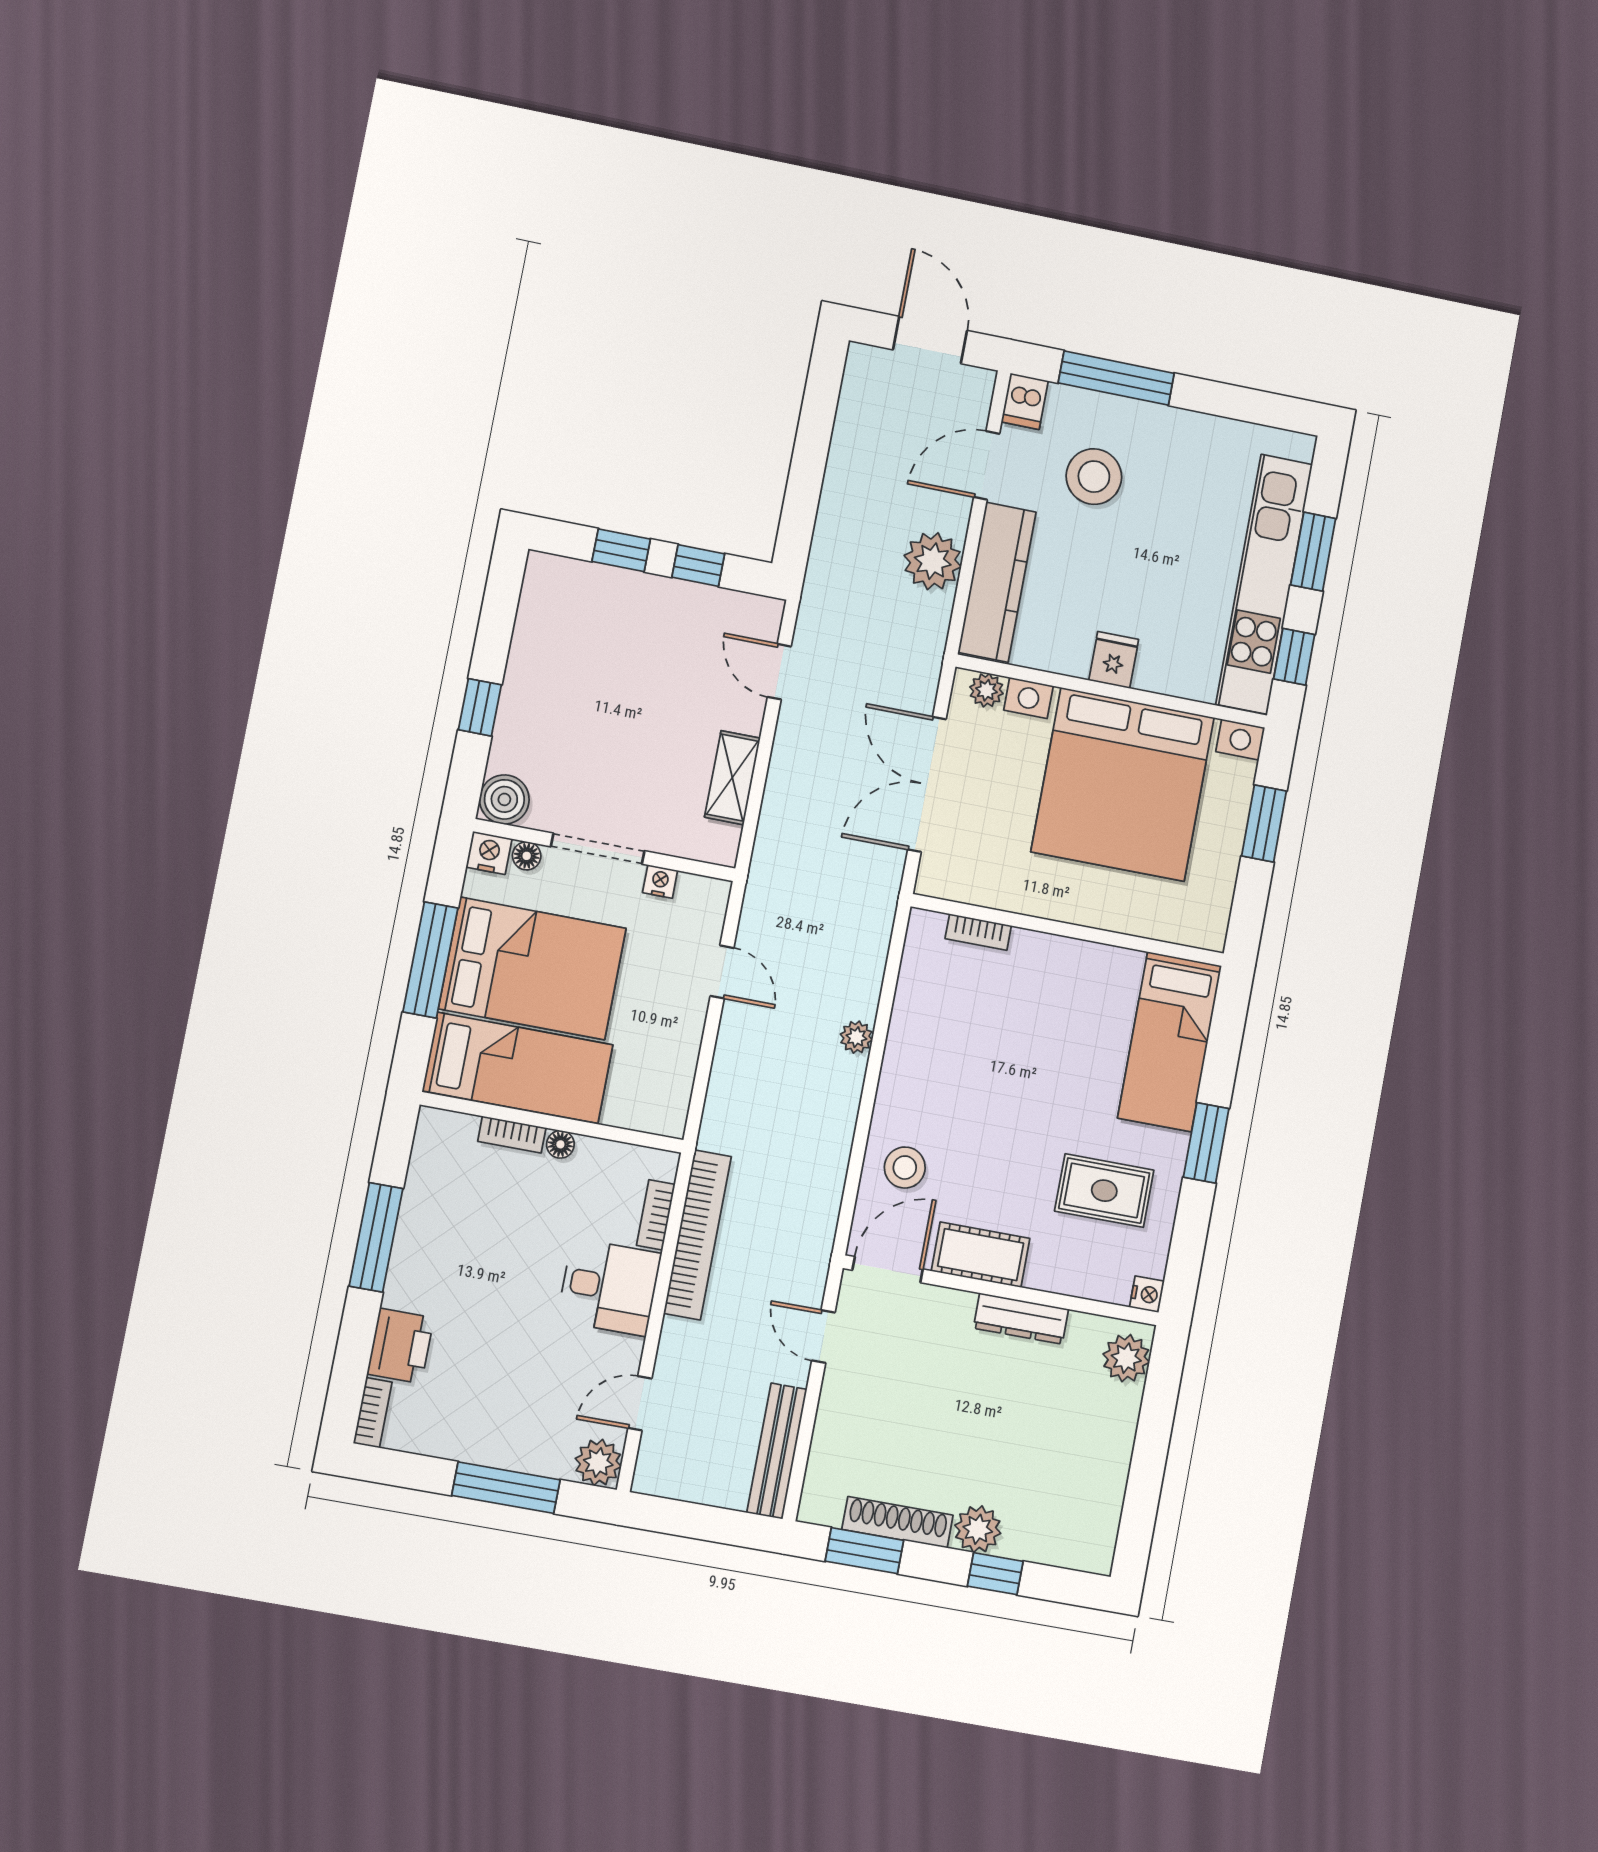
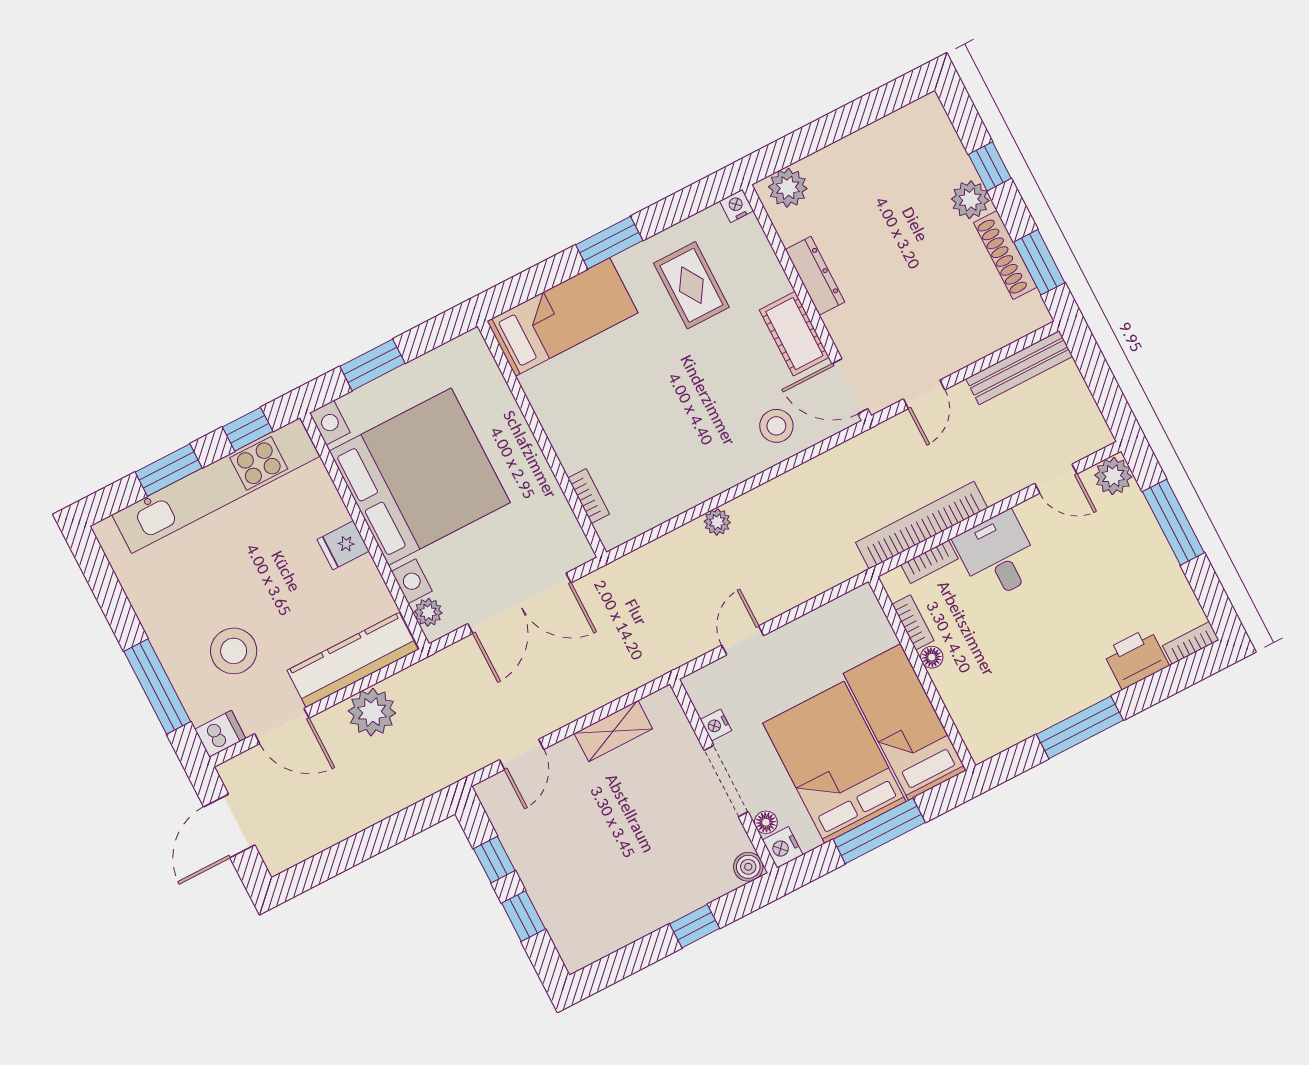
boiler: (504, 799) -> (748, 867), width x0.73, depth x0.73
bookcase: (512, 1135) -> (913, 622), moved

